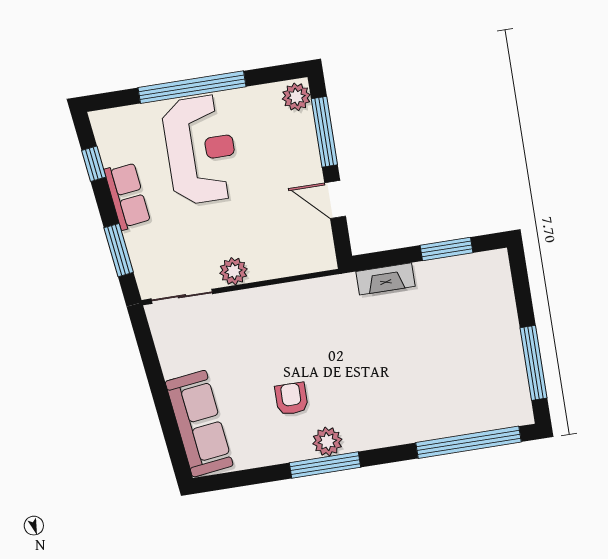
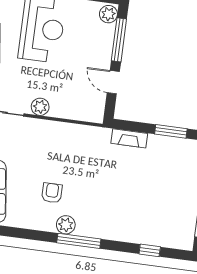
window: (469, 442) -> (150, 250), width x0.32
window: (325, 465) -> (79, 241), moved

